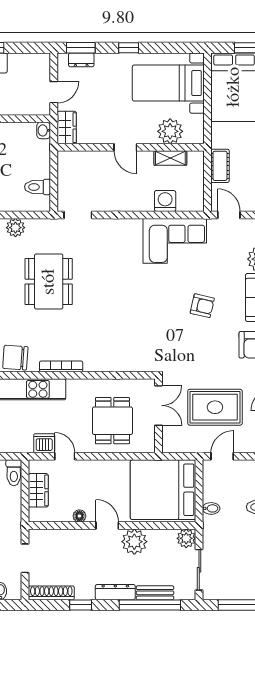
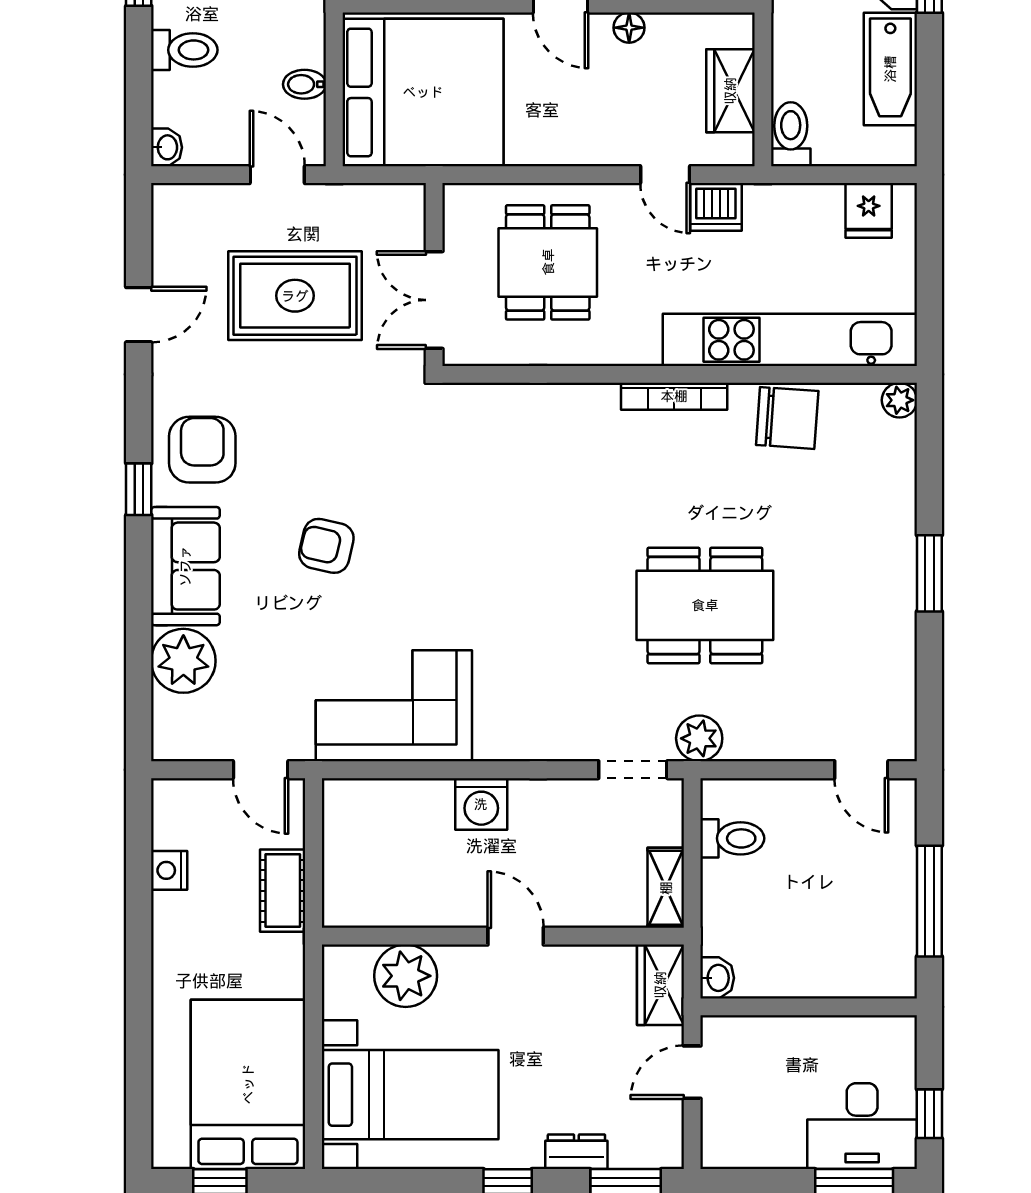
dresser: (81, 60) -> (576, 1152), moved
shelving: (170, 158) -> (666, 888), moved, turned 90
washing machine: (165, 201) -> (481, 804), moved
plant: (15, 228) -> (699, 738), moved
dining table: (49, 282) -> (705, 605), turned 90
door: (222, 456) -> (277, 175), swing flipped
bidet: (211, 508) -> (305, 84), moved

